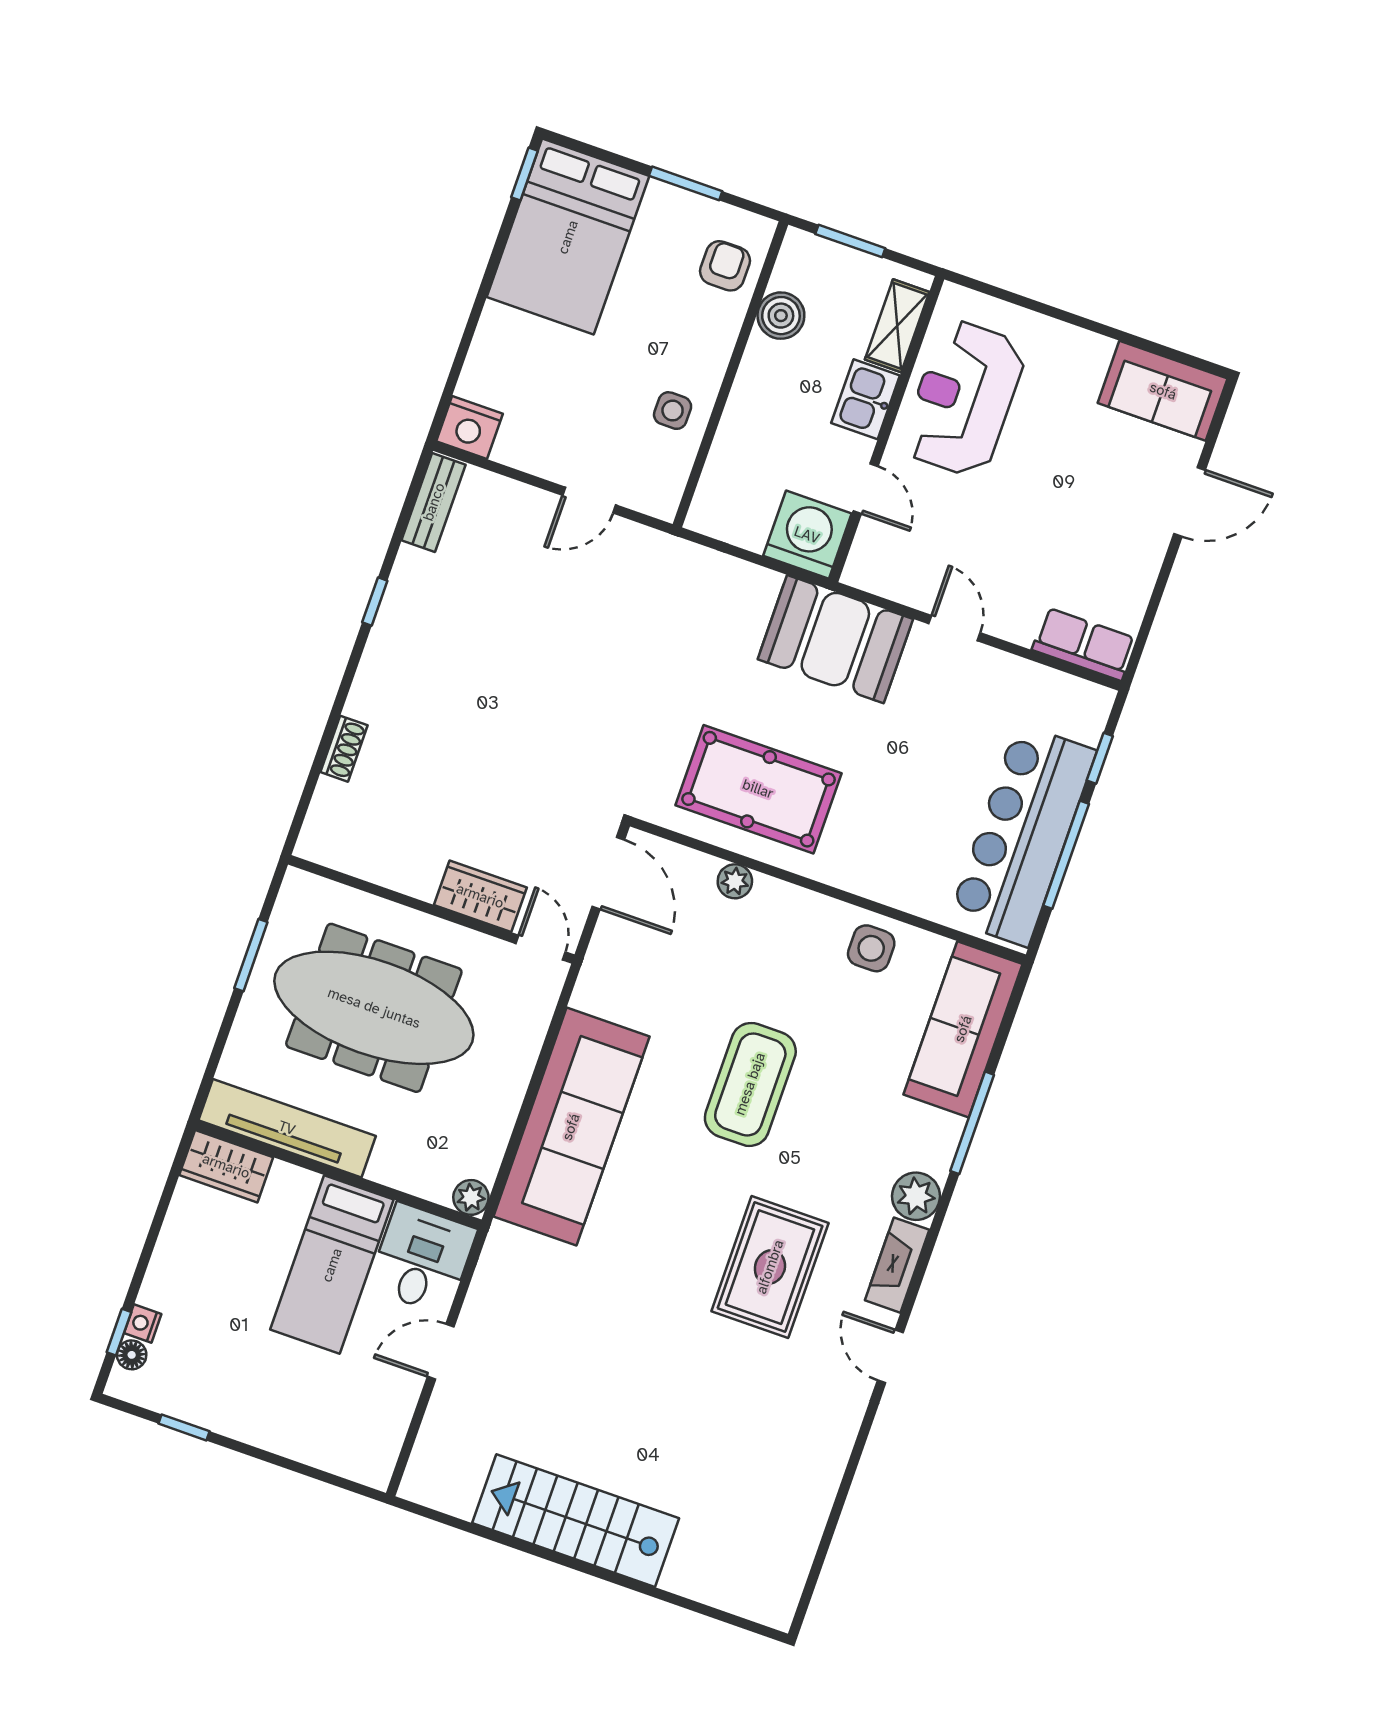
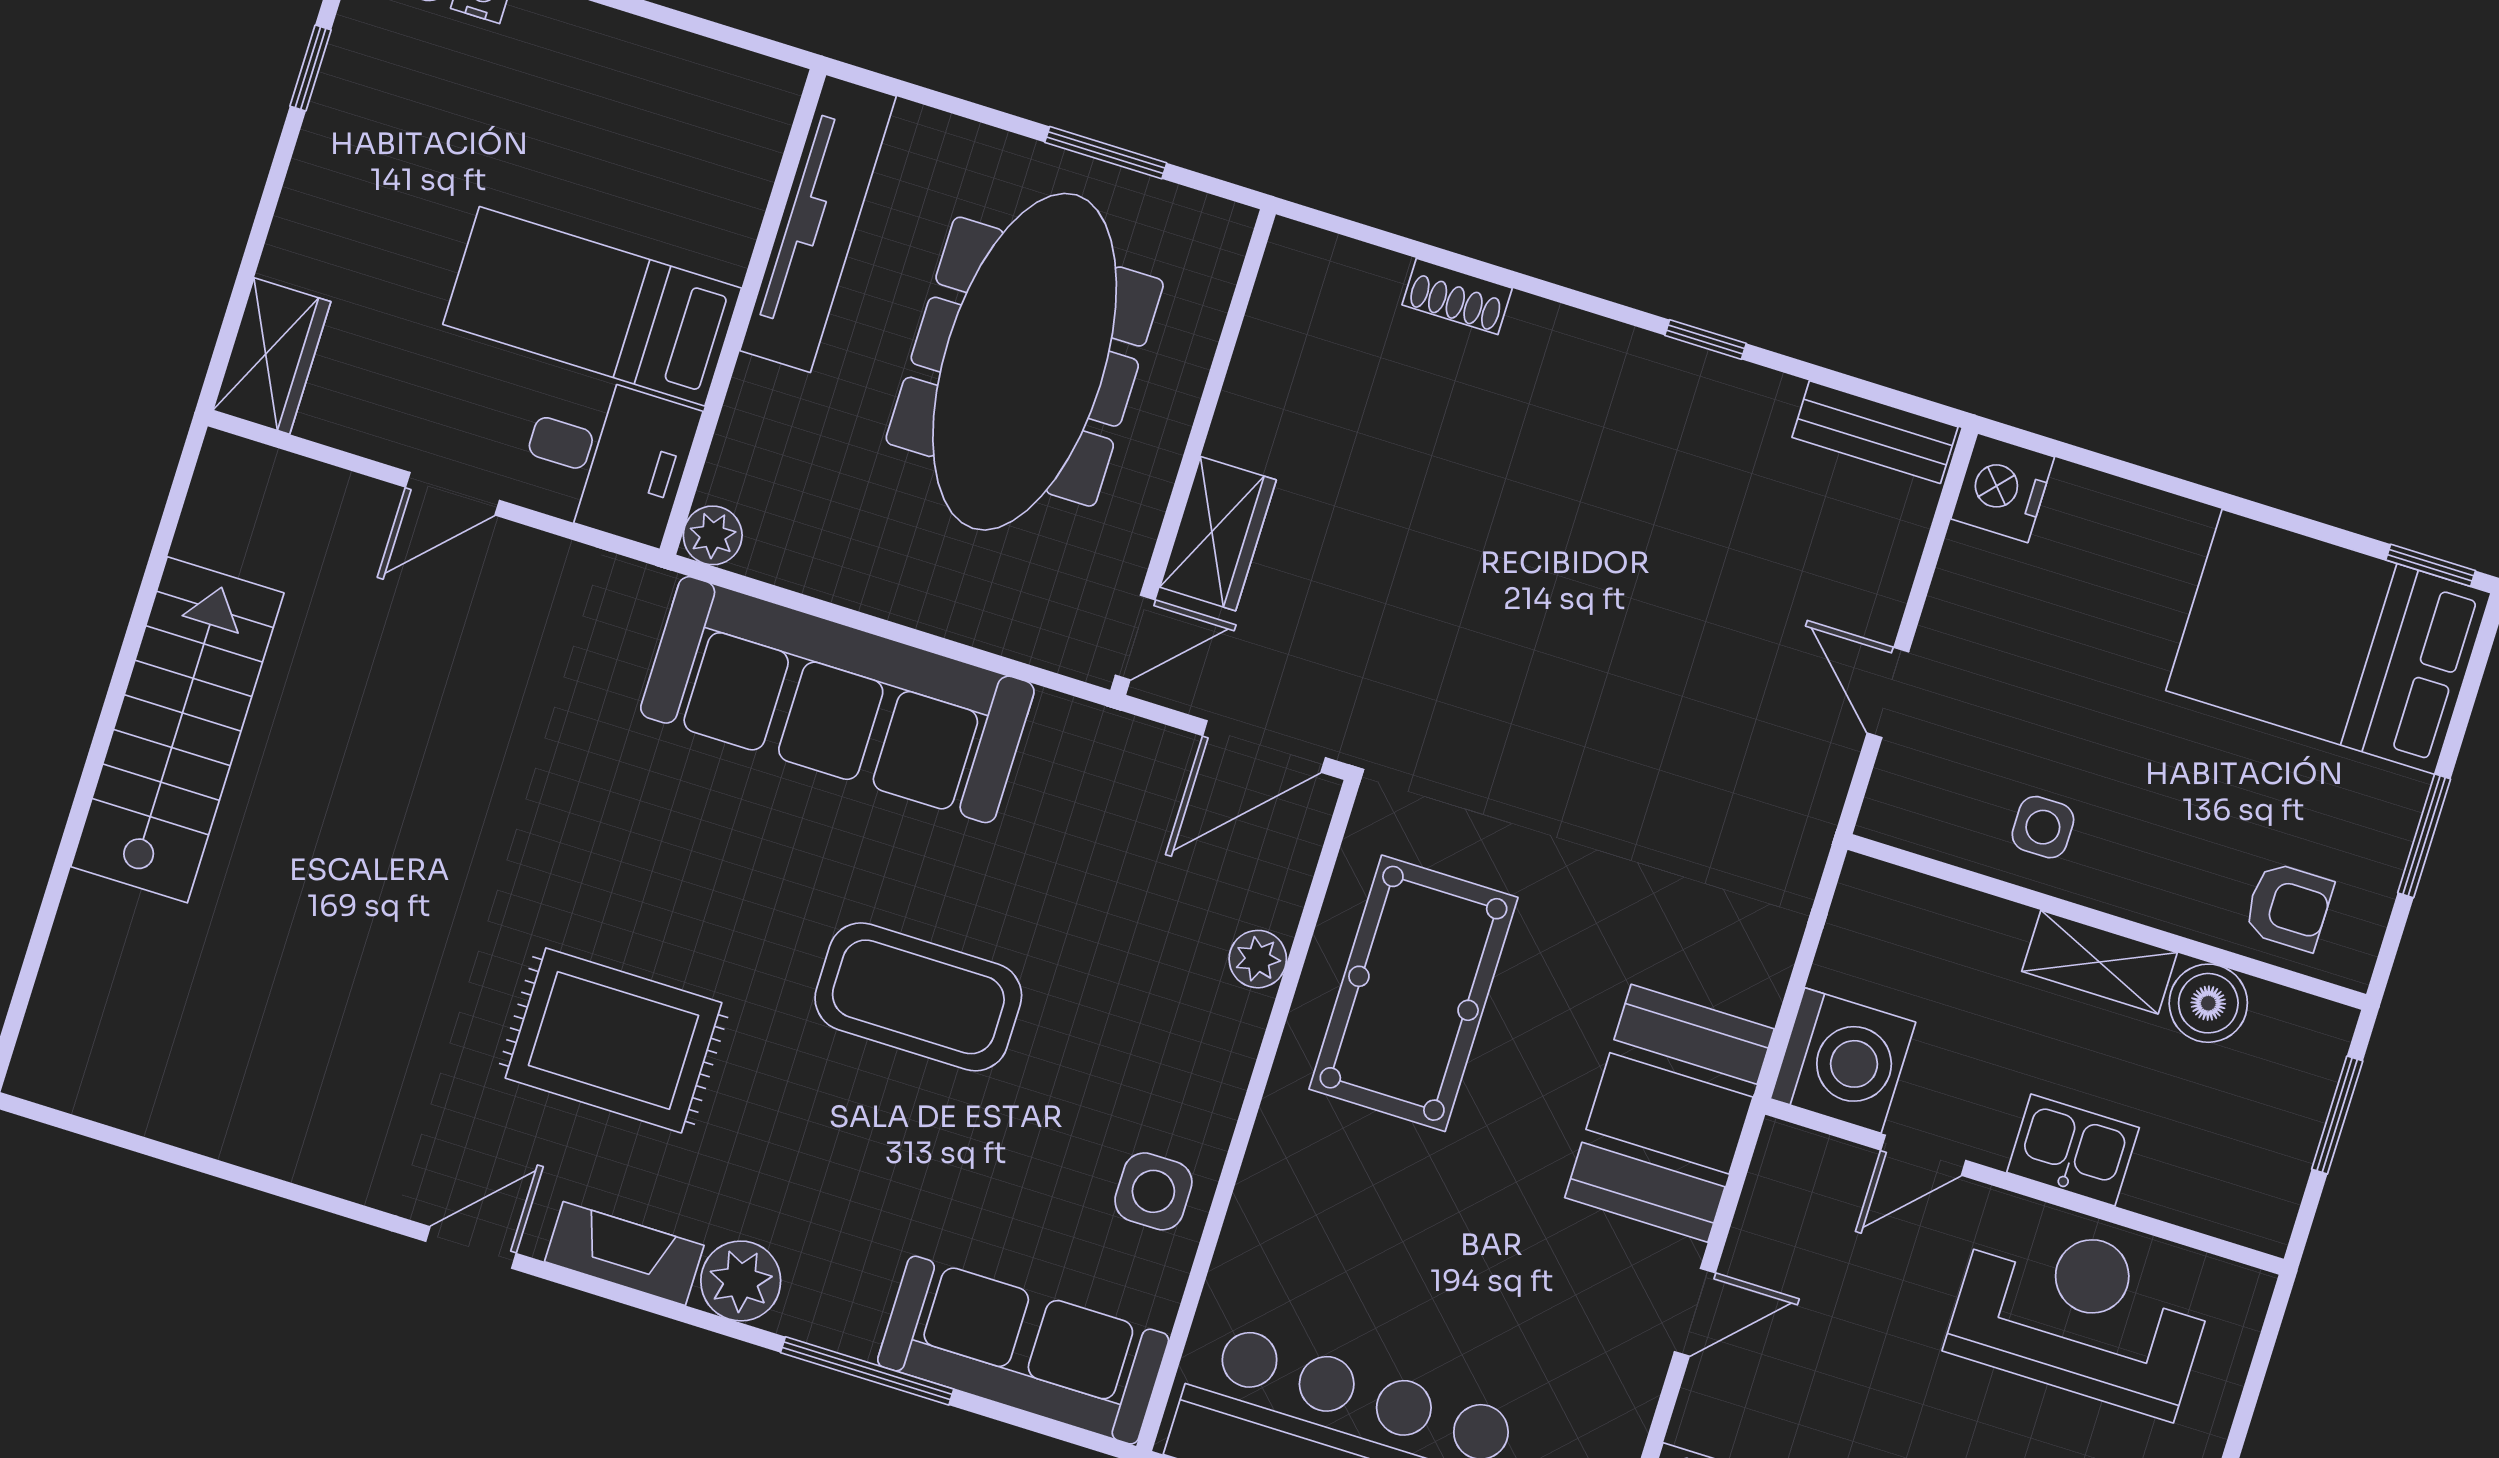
shelving: (897, 326) -> (2099, 962), moved
wardrobe: (226, 1166) -> (272, 356), moved, turned 180
door: (441, 1352) -> (452, 494), swing flipped

